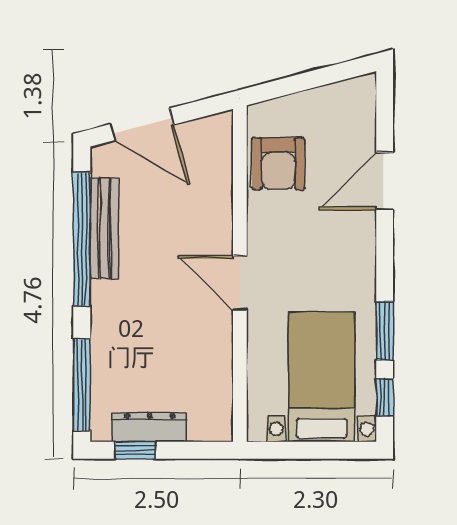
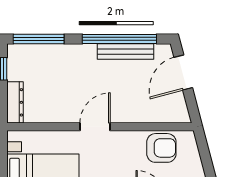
armchair: (278, 164) -> (161, 148), turned 180
dresser: (150, 427) -> (15, 102), moved

